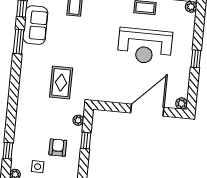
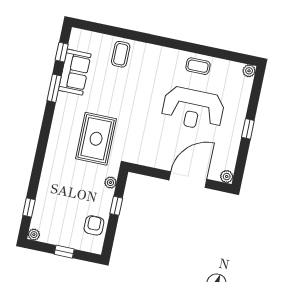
rug: (61, 83) -> (96, 139), width x1.36, depth x1.43
armchair: (58, 148) -> (94, 225), moved
side table: (38, 167) -> (60, 229), removed

